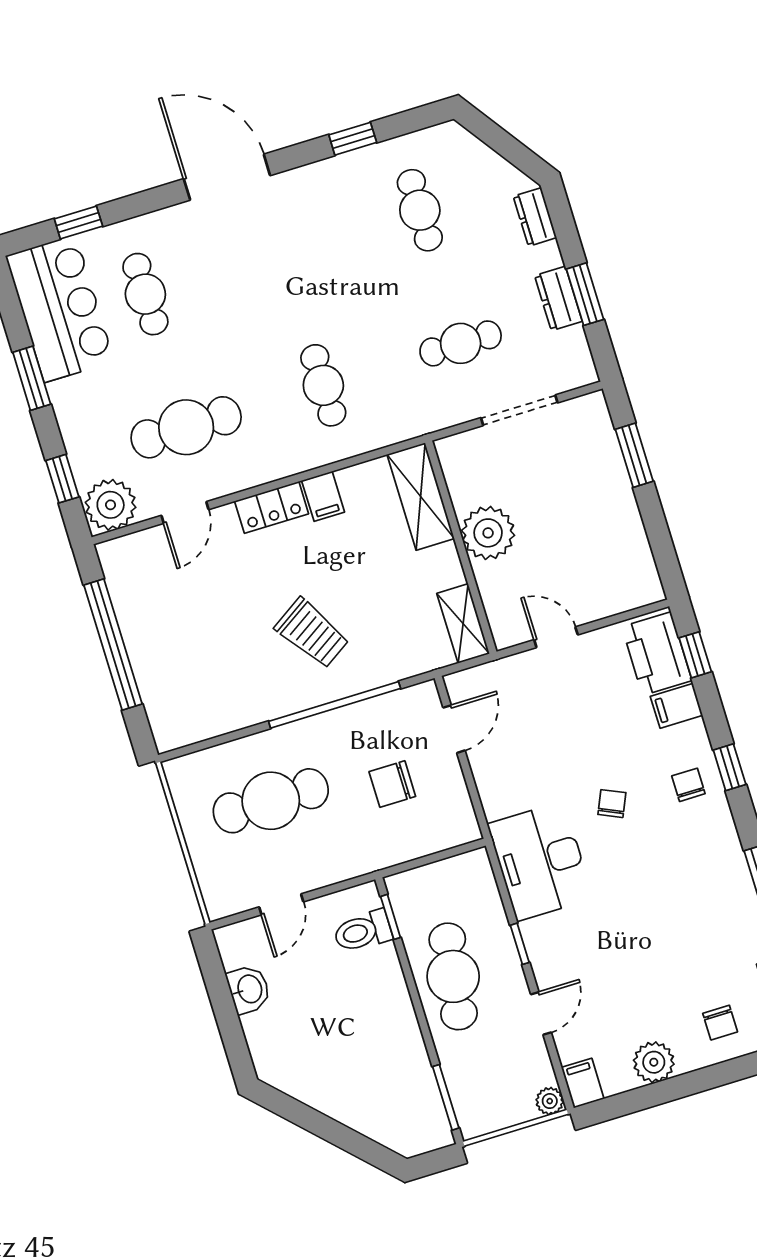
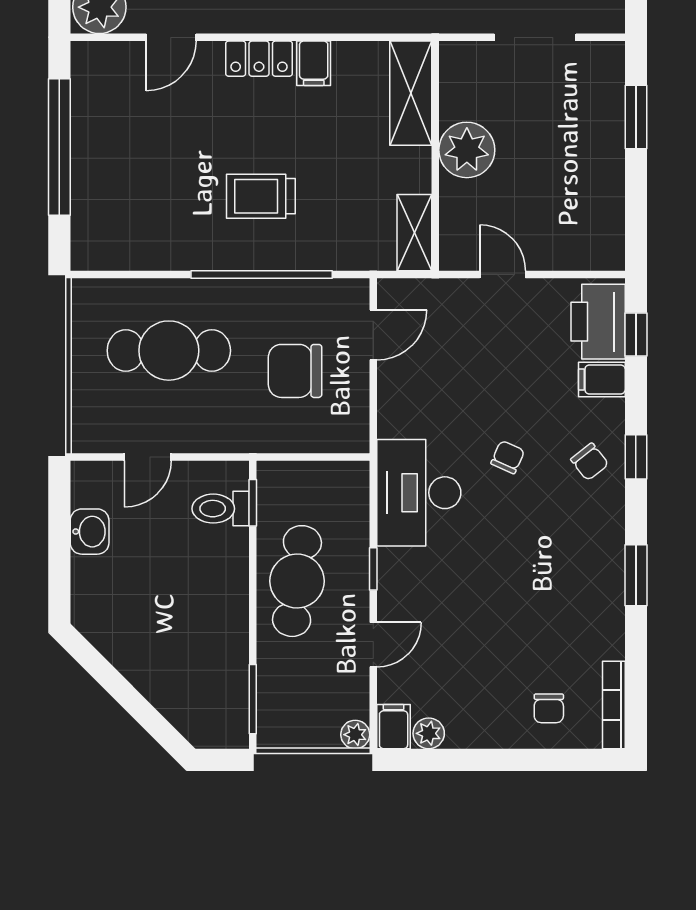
trolley: (312, 633) -> (261, 196), turned 123
chair: (392, 784) -> (295, 371), width x1.37, depth x1.37
chair: (688, 785) -> (590, 462), turned 142
plant: (654, 1062) -> (429, 733), moved, width x0.73, depth x0.73

